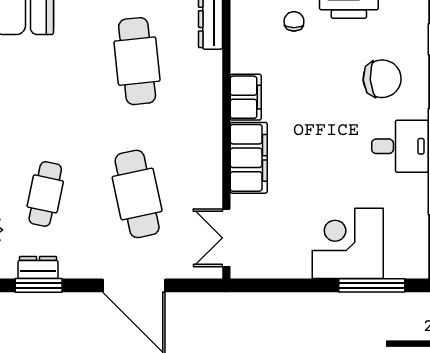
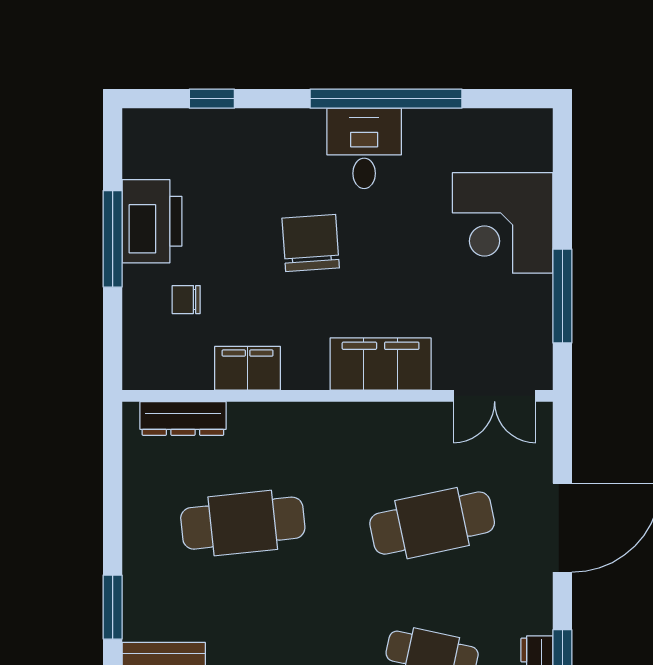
chair: (382, 79) -> (311, 243), moved
filing cabinet: (246, 97) -> (248, 368), moved
window: (372, 285) -> (562, 296), moved

